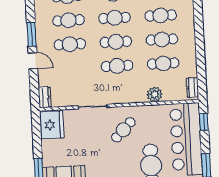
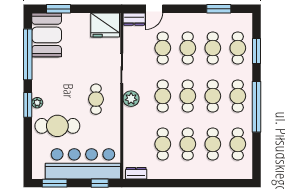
window: (32, 34) -> (219, 9), moved
door: (33, 61) -> (154, 9), moved
cafe table: (71, 68) -> (163, 48), added
plant: (155, 94) -> (131, 99), moved
cafe table: (123, 130) -> (96, 99), turned 45

